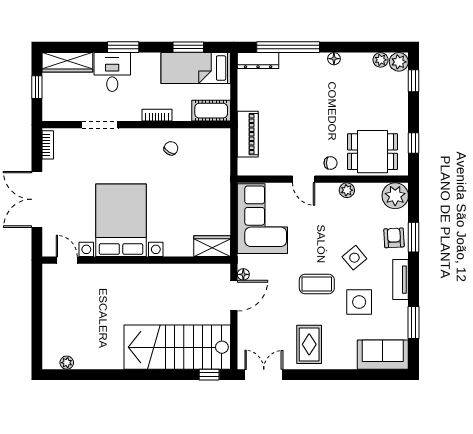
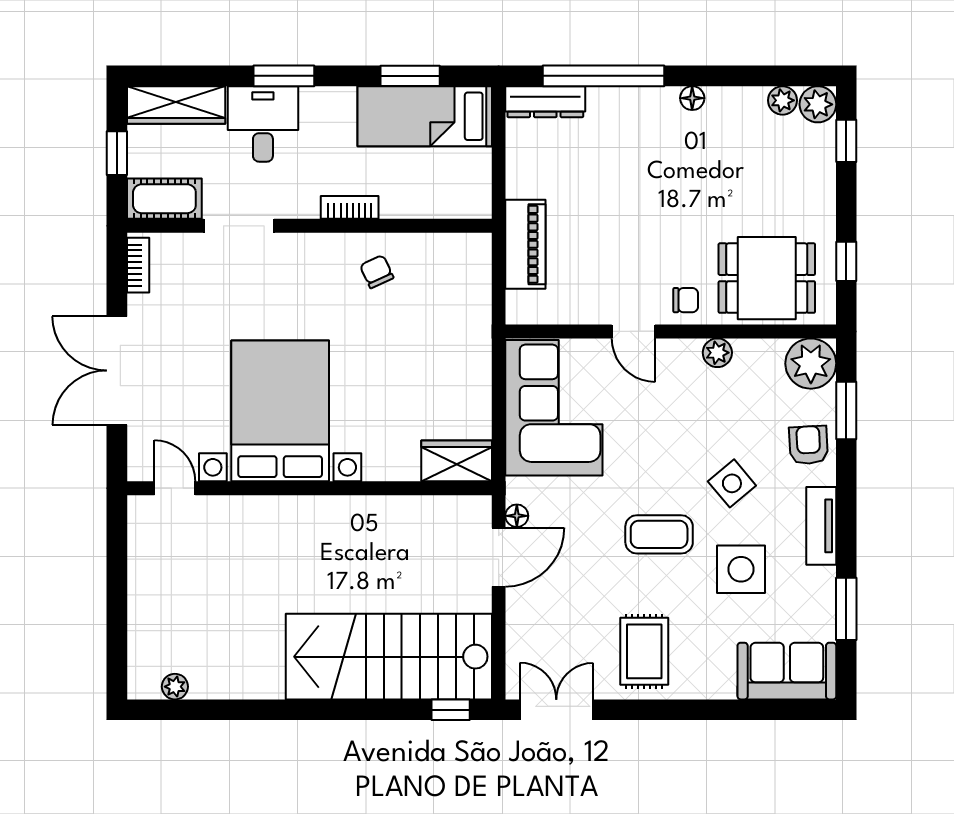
cot: (211, 111) -> (164, 199), moved
chair: (171, 148) -> (377, 272), turned -57
window: (413, 237) -> (846, 410), moved

